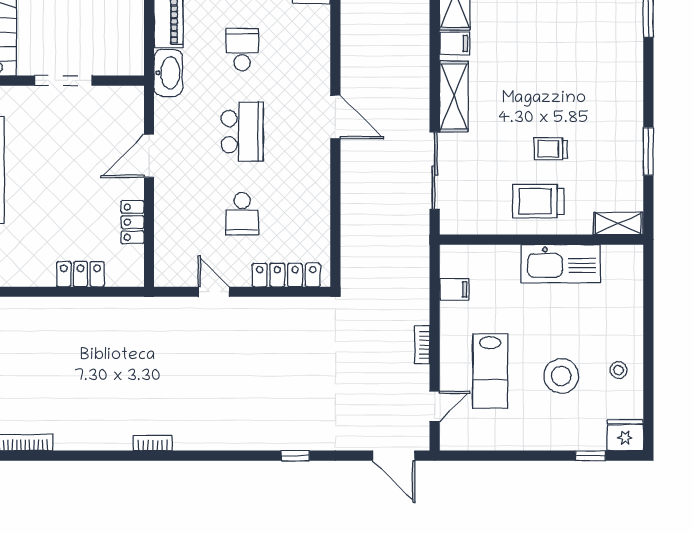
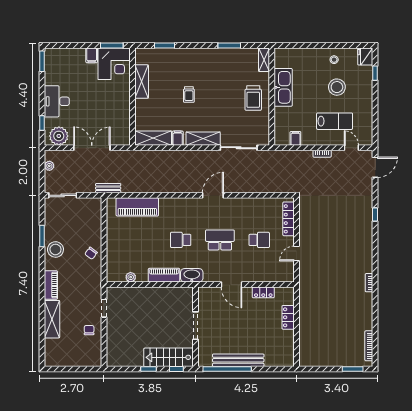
trolley: (551, 149) -> (189, 95), moved

